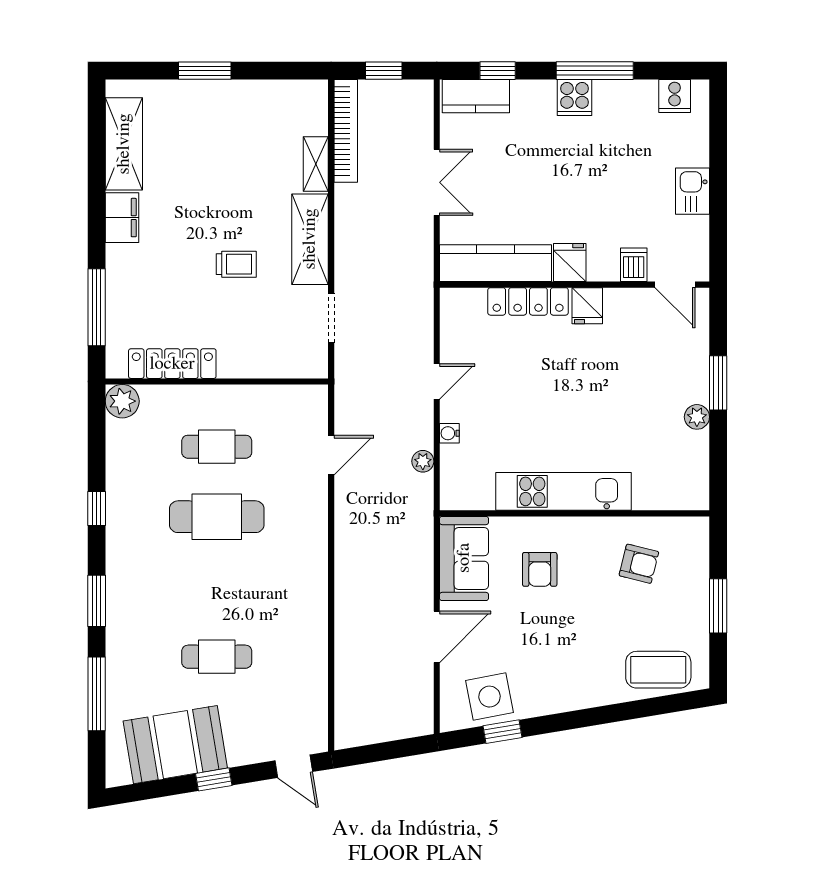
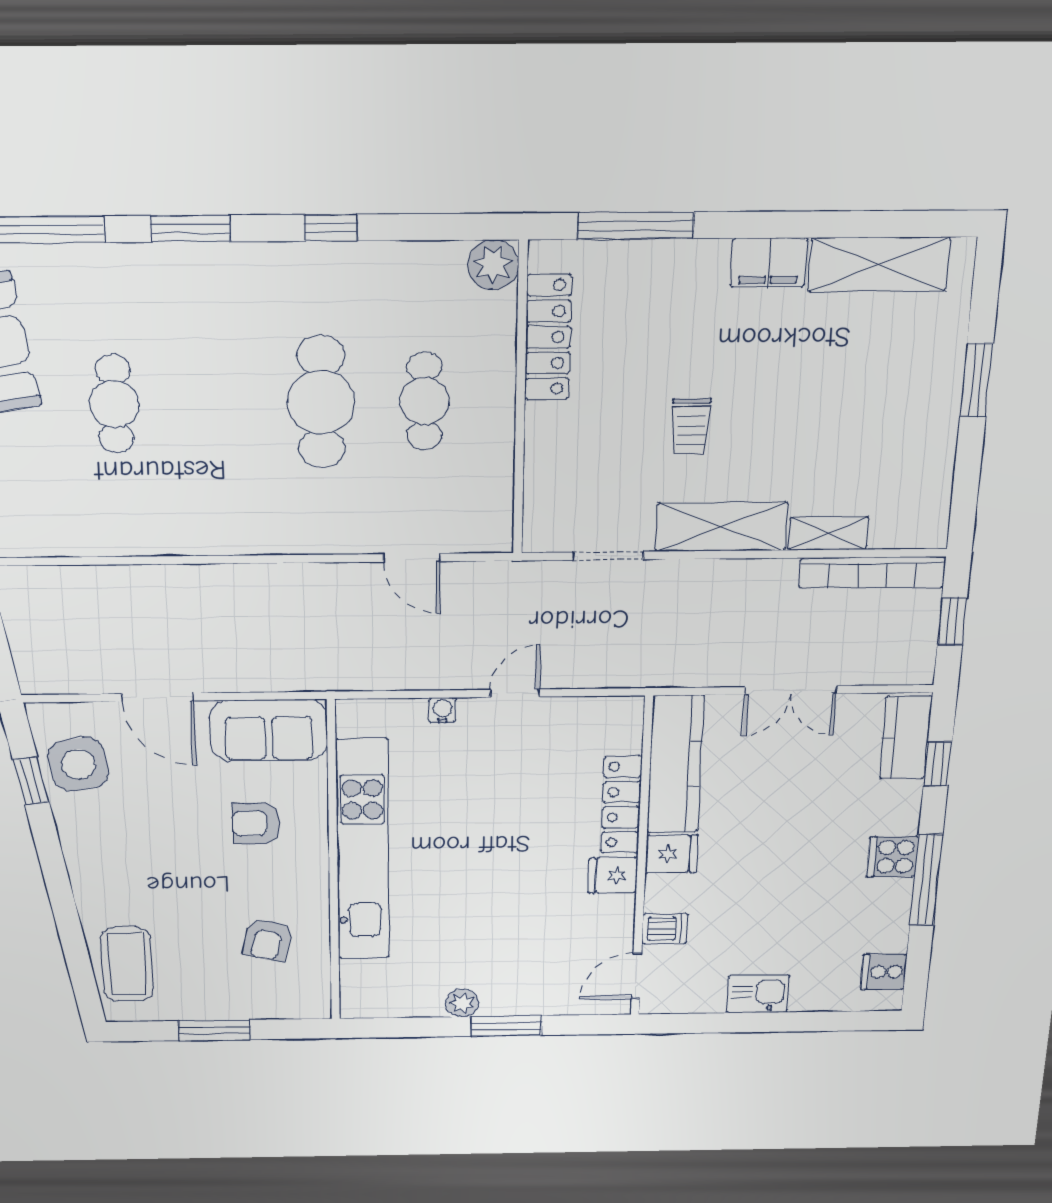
door: (437, 381) -> (515, 693), swing flipped
plant: (423, 461) -> (403, 677), removed
kitchen unit: (563, 491) -> (363, 850), width x1.36

